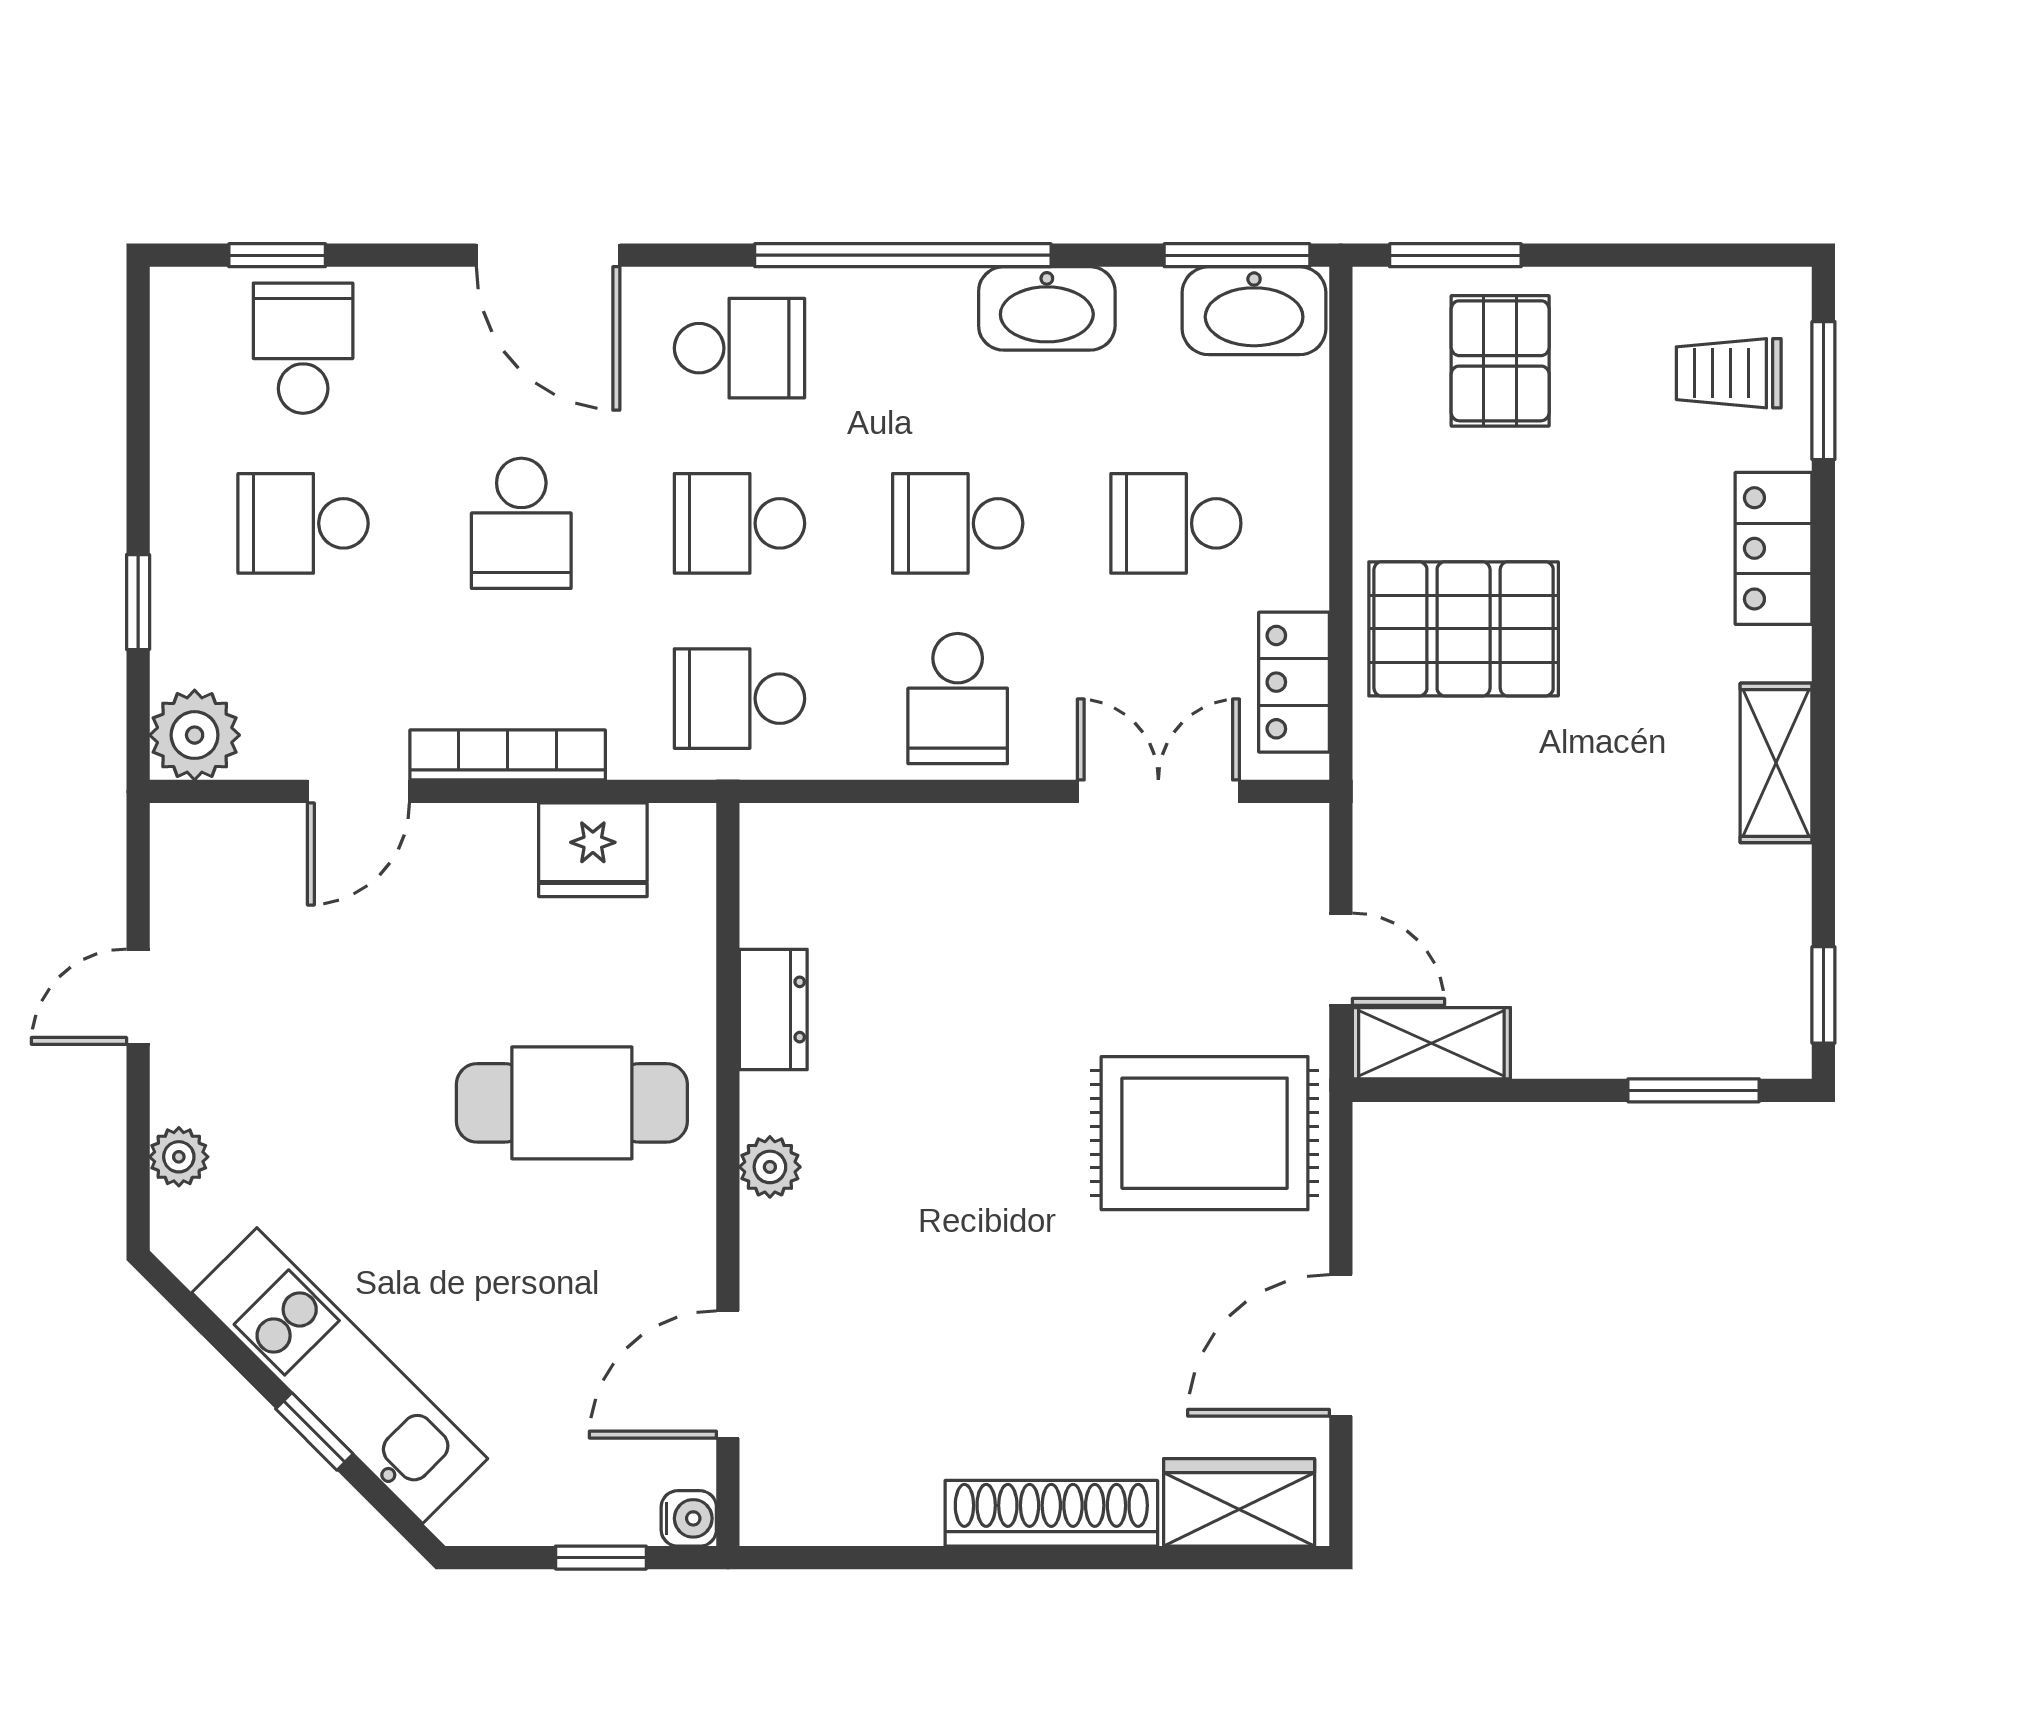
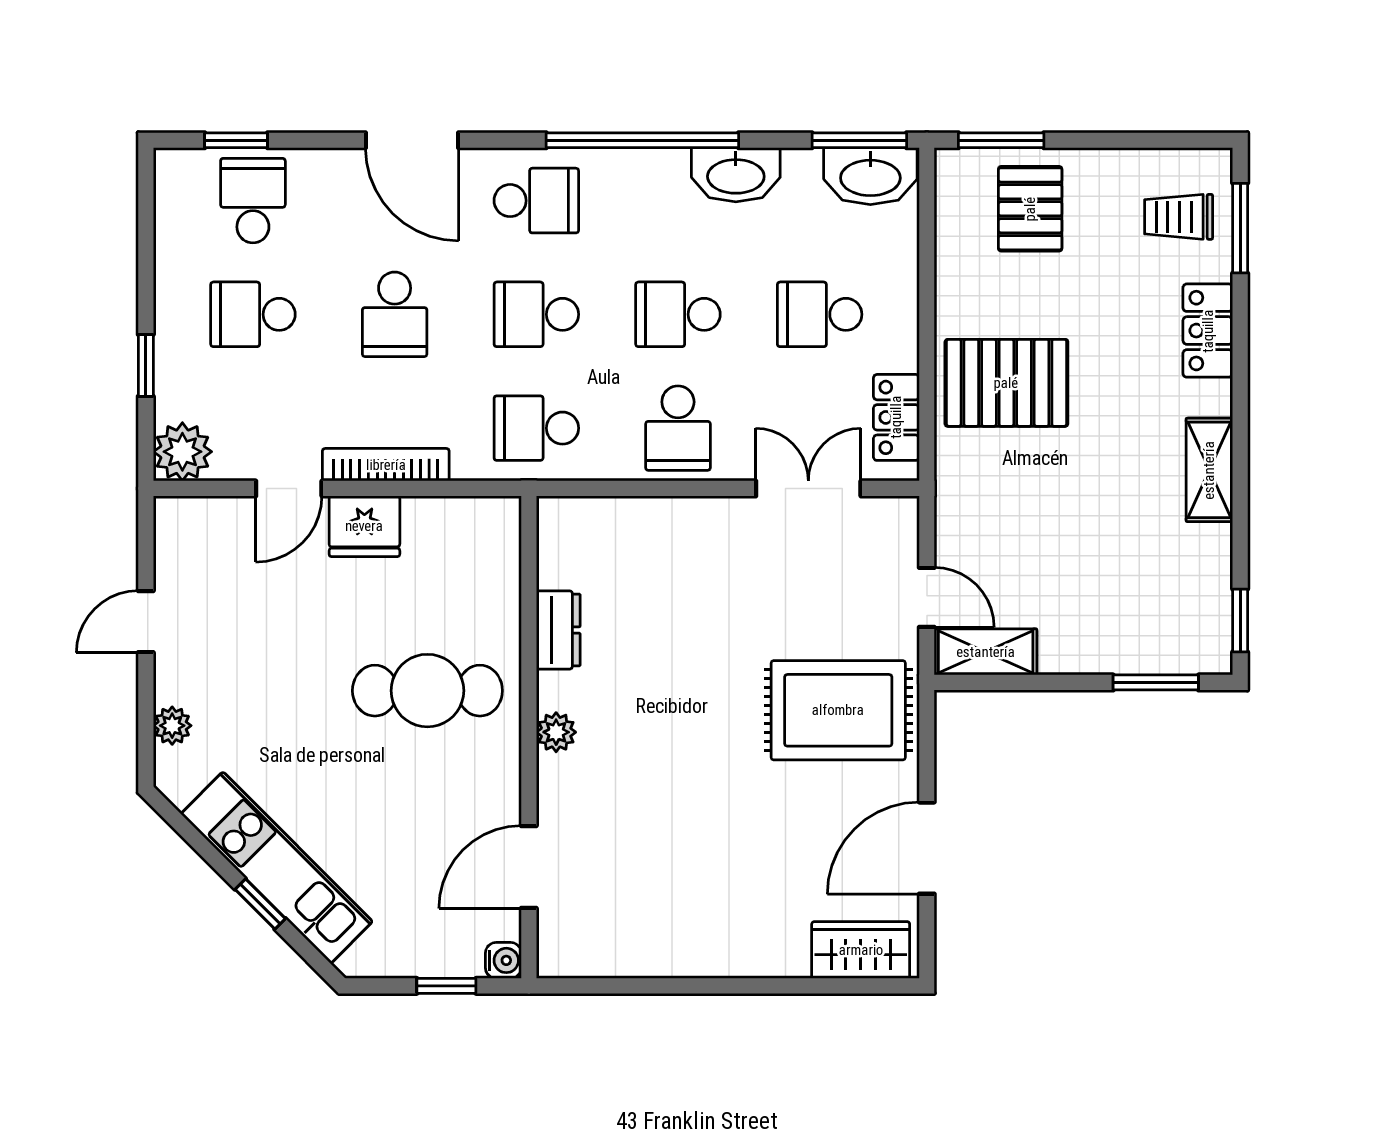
fridge: (593, 850) -> (364, 526), moved
shoe rack: (1051, 1513) -> (739, 957), removed

